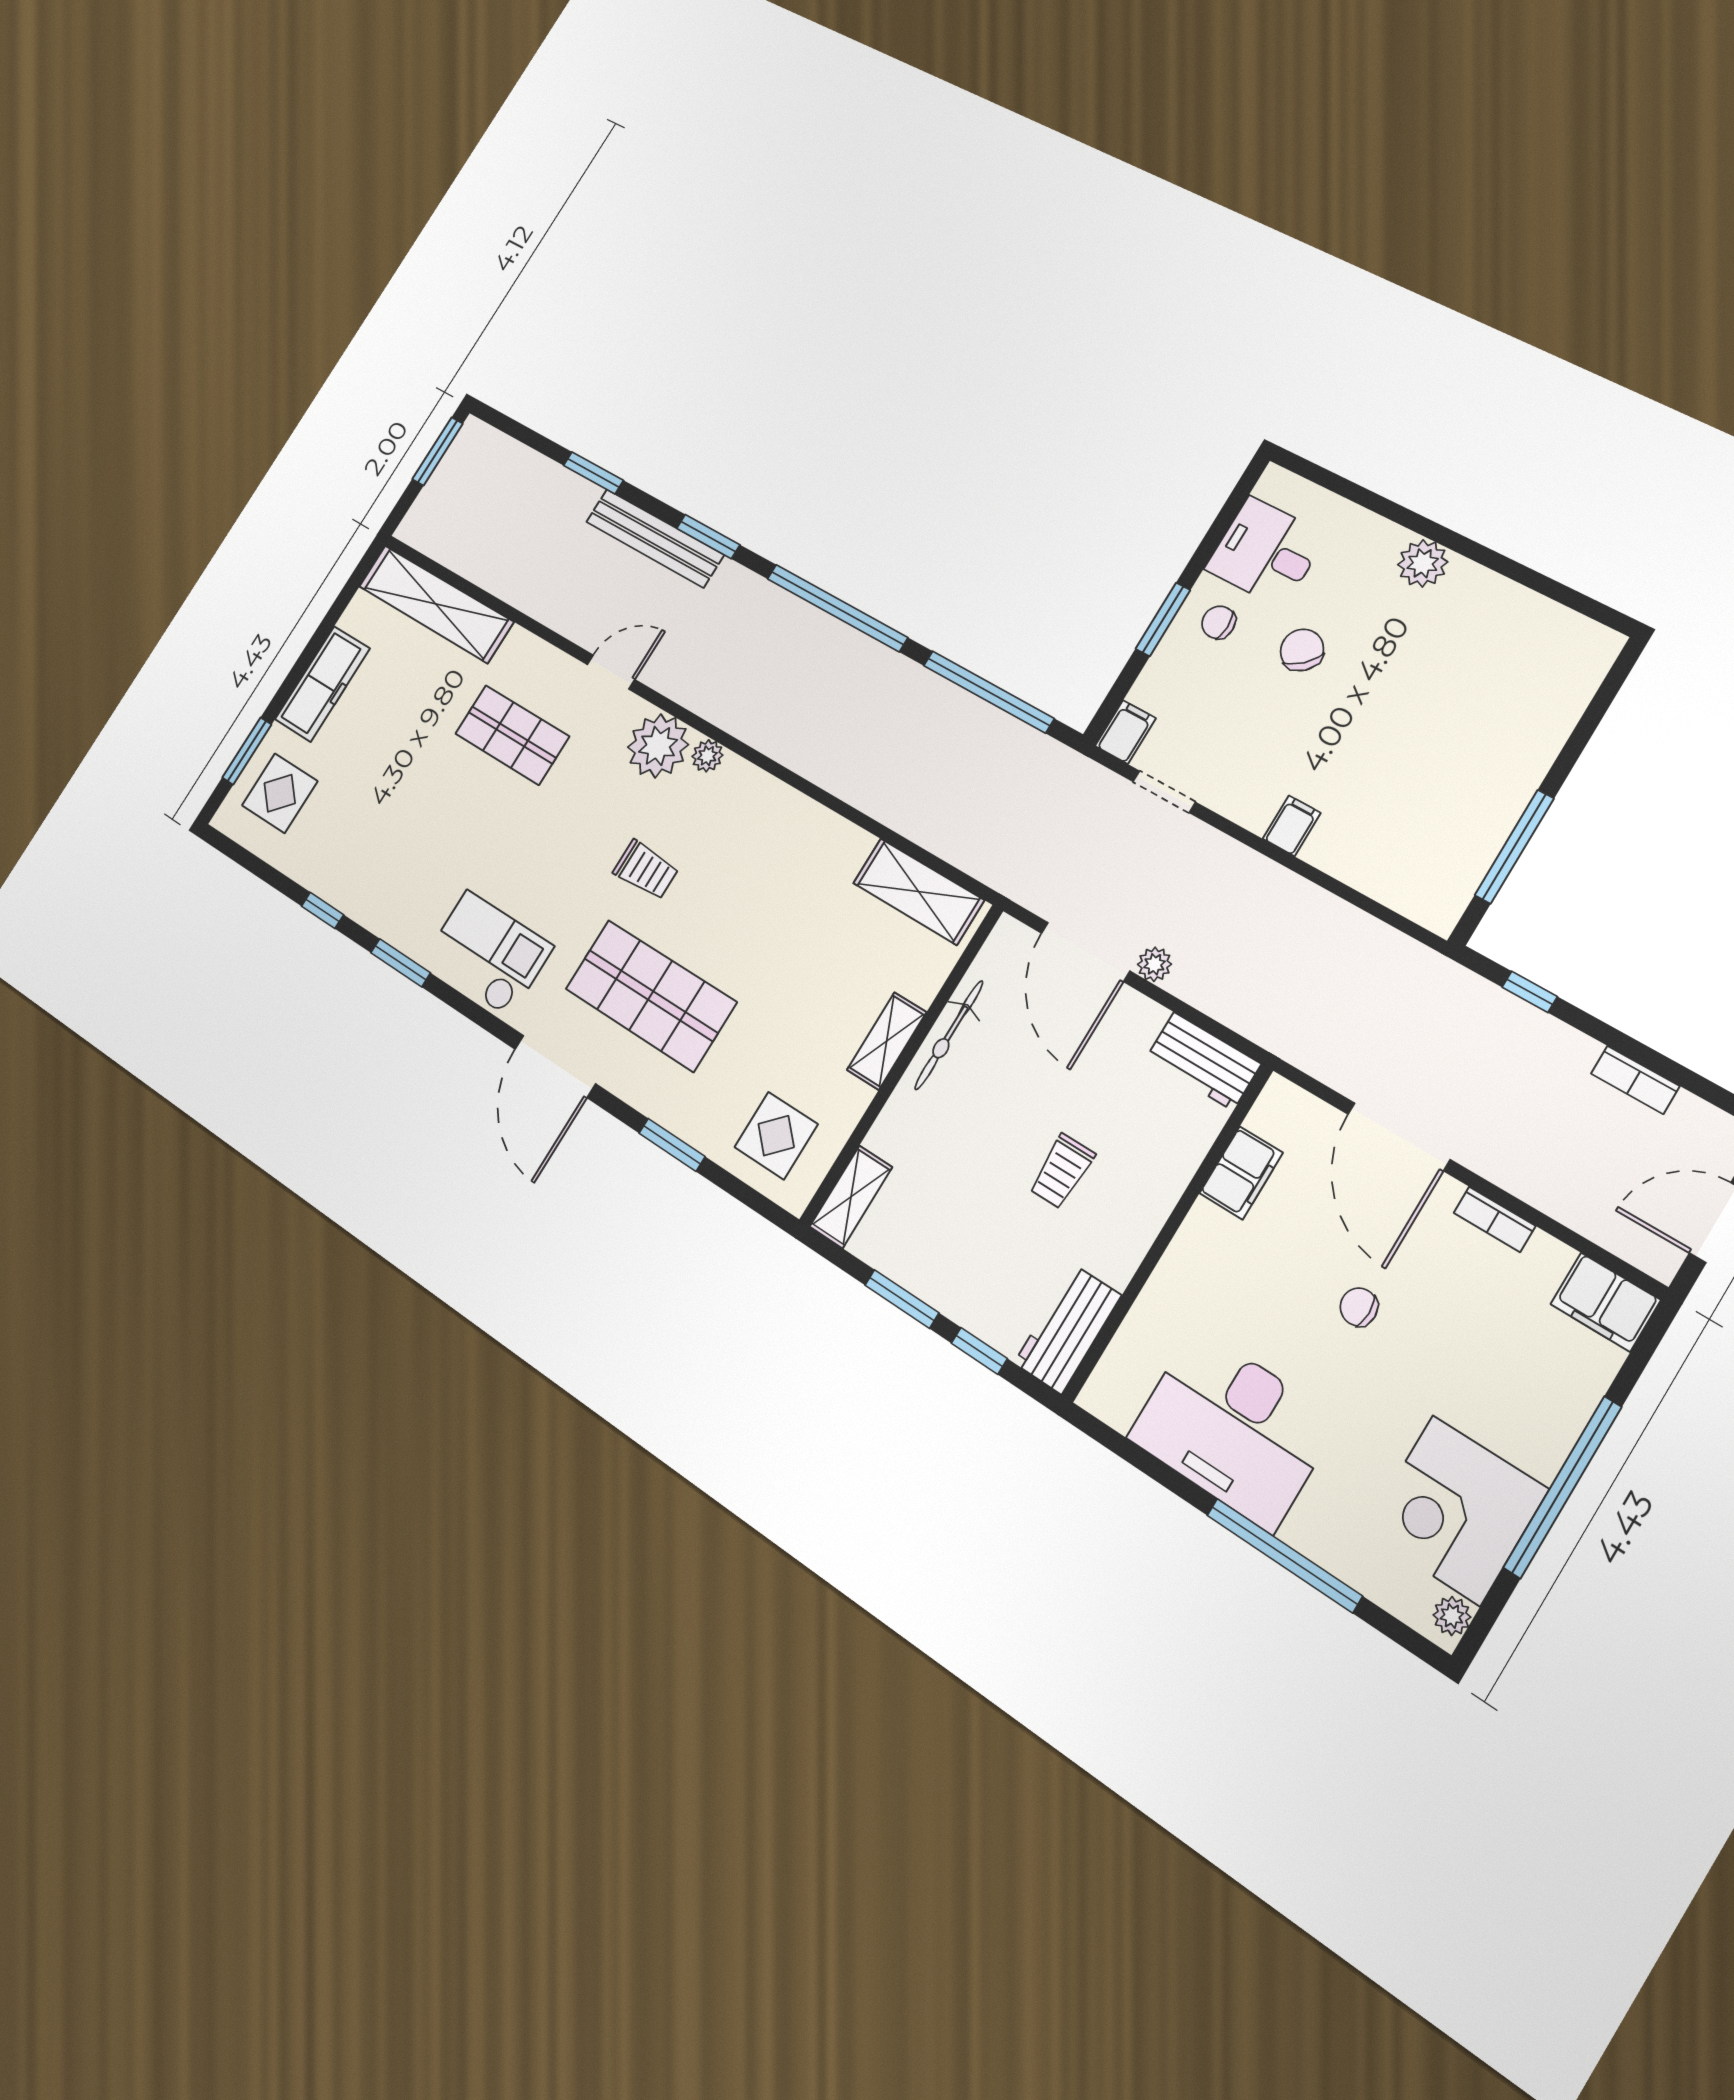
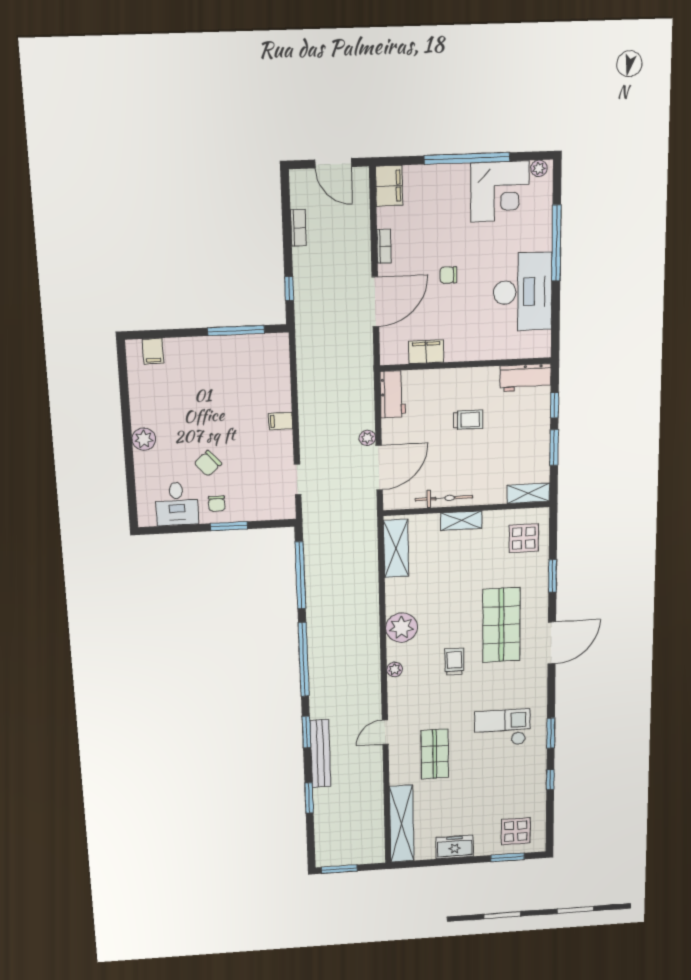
door: (611, 672) -> (385, 732), hinge flipped
freezer: (322, 684) -> (455, 847), width x0.71
filing cabinet: (1125, 732) -> (153, 351), moved, turned -90
plant: (658, 746) -> (402, 628), moved
checkout: (488, 954) -> (502, 728), moved, turned 90
chair: (1359, 1307) -> (448, 275), turned 90

